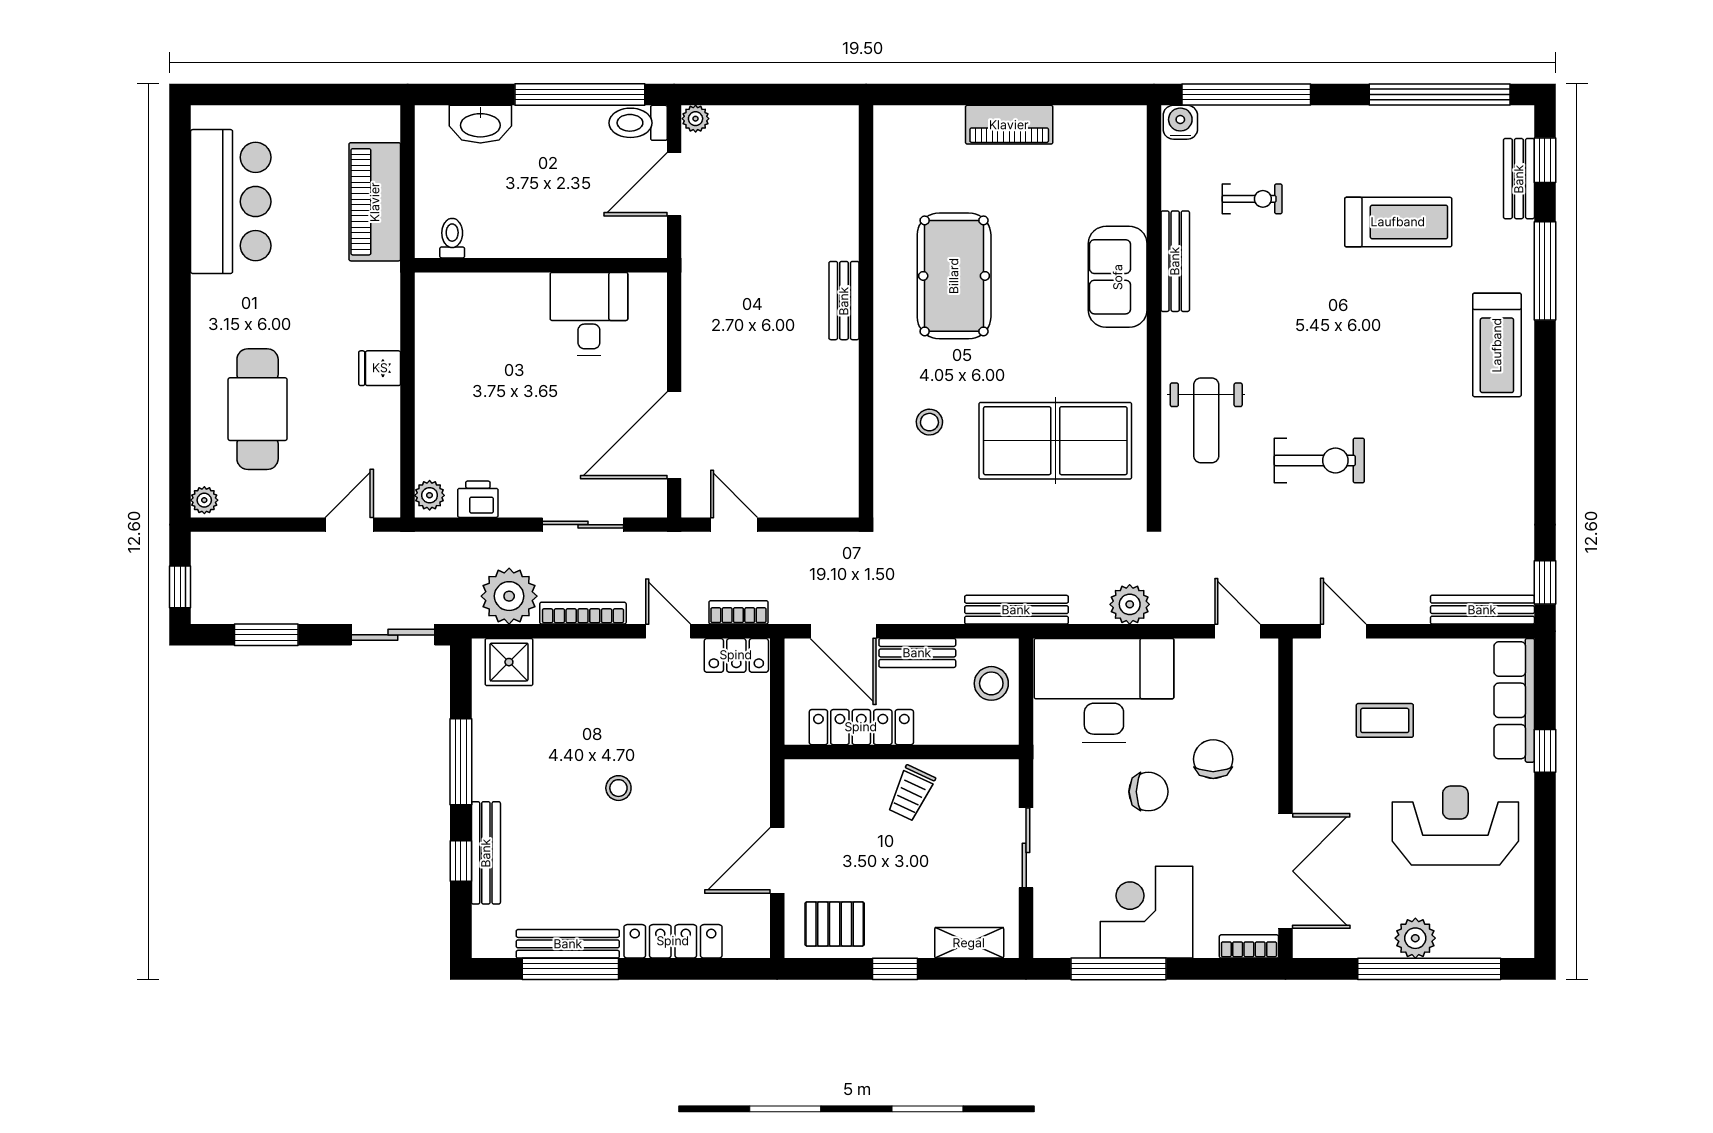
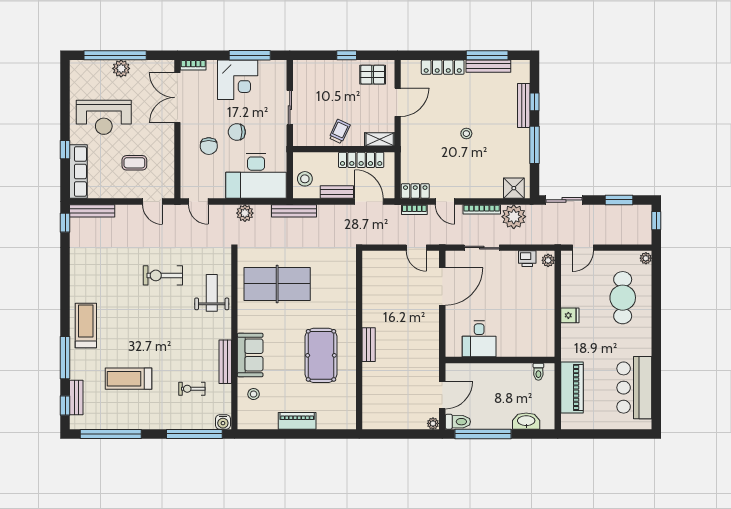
stool: (929, 422) -> (254, 394), moved
shelving: (969, 943) -> (380, 139), moved

